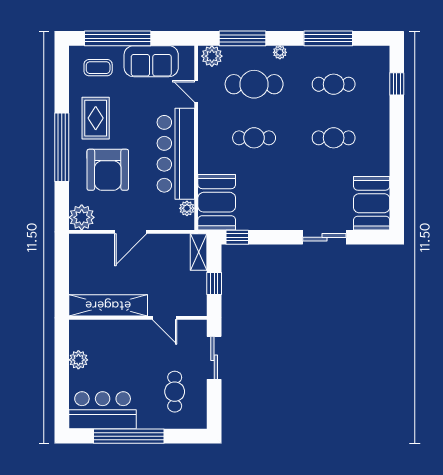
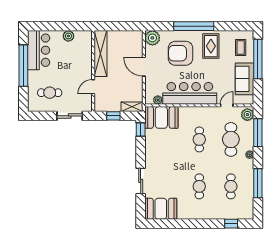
rug: (96, 118) -> (211, 46), turned 90

